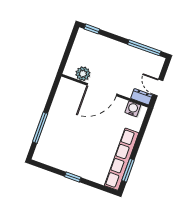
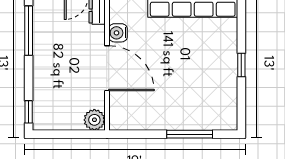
plant: (83, 74) -> (94, 120), moved
water cooler: (133, 109) -> (118, 33), moved

